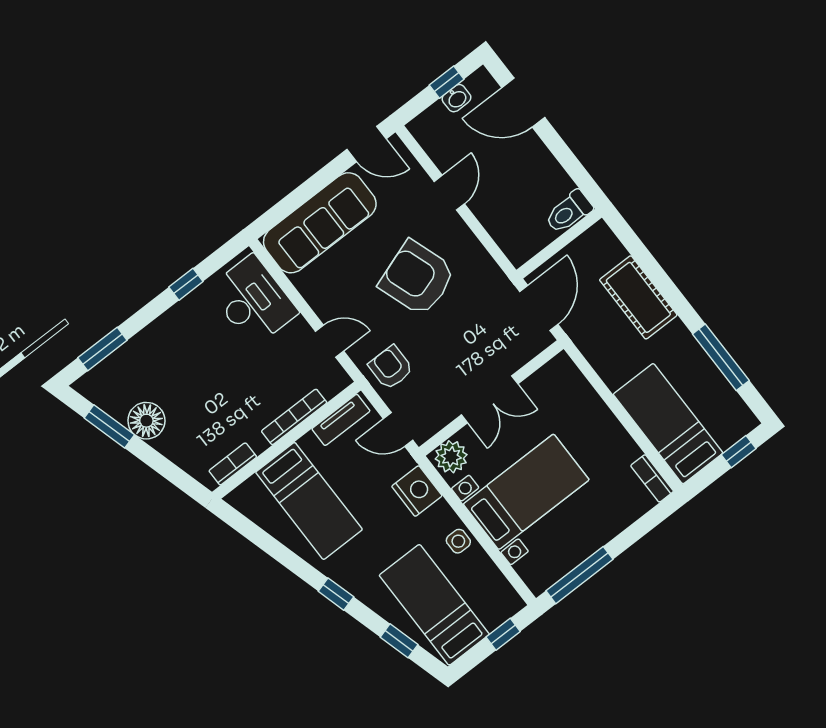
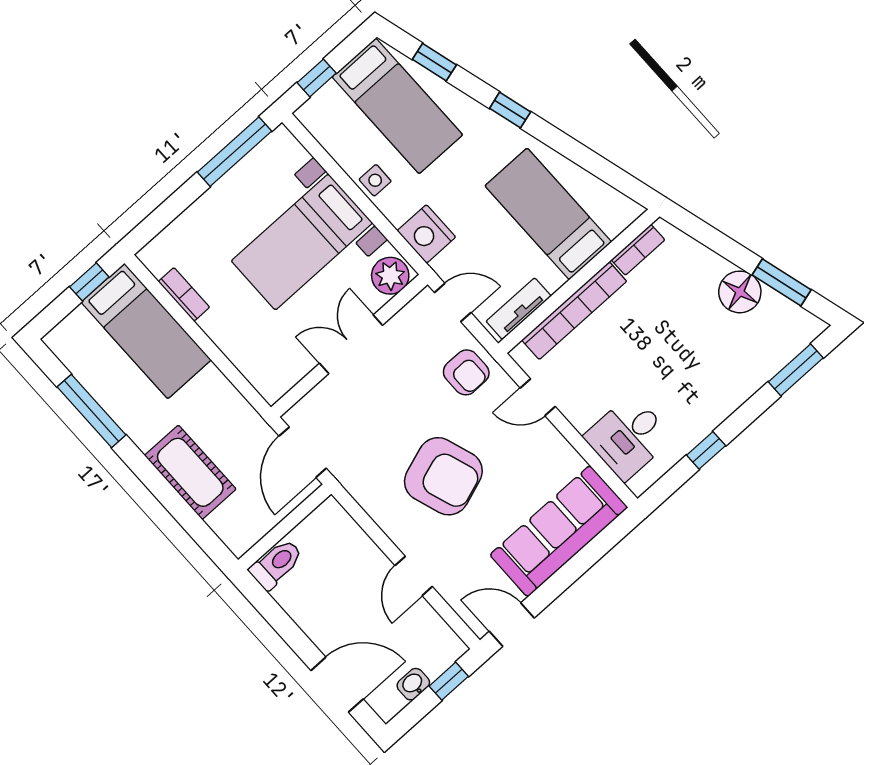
window: (447, 82) -> (449, 681), moved
desk: (253, 301) -> (628, 437), width x0.73
bookcase: (294, 417) -> (574, 311), width x1.48, depth x1.31
window: (739, 452) -> (89, 282), moved
bookcase: (652, 478) -> (184, 294), moved

